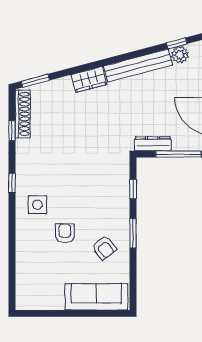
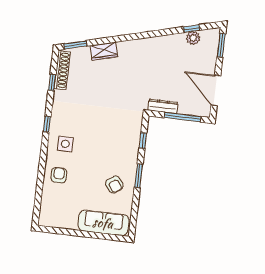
bench: (138, 66) -> (159, 43), removed
wardrobe: (89, 80) -> (104, 51), moved
armchair: (65, 233) -> (59, 175), moved

